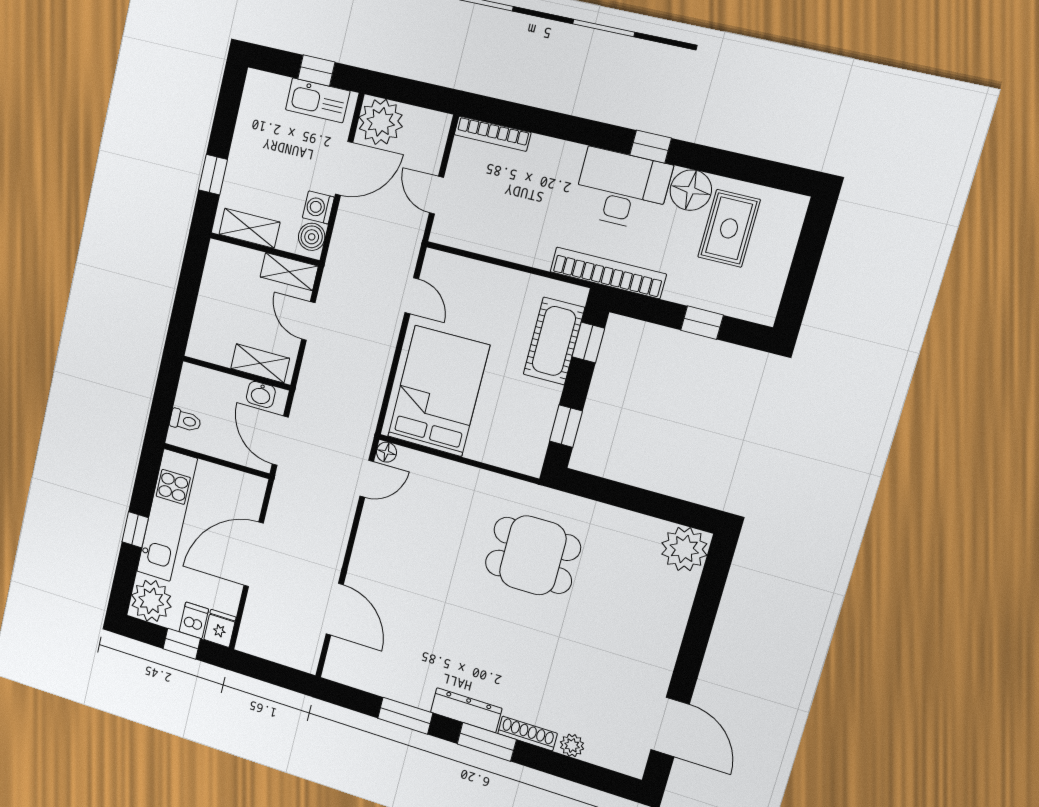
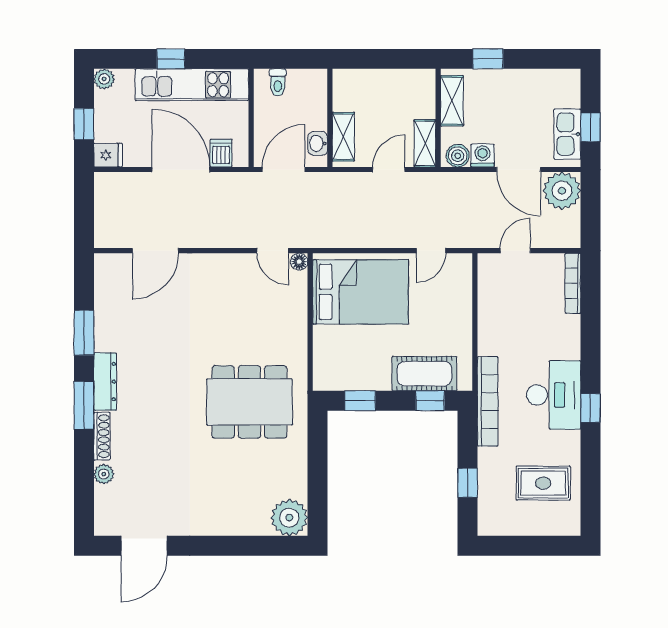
floor lamp: (691, 190) -> (565, 447), removed
dining table: (533, 555) -> (249, 402), width x1.38
plant: (151, 601) -> (104, 79), width x0.53, depth x0.53
dishwasher: (194, 620) -> (221, 153), moved, turned -90

